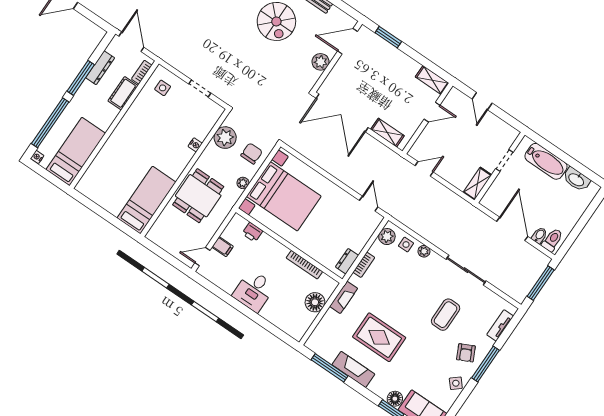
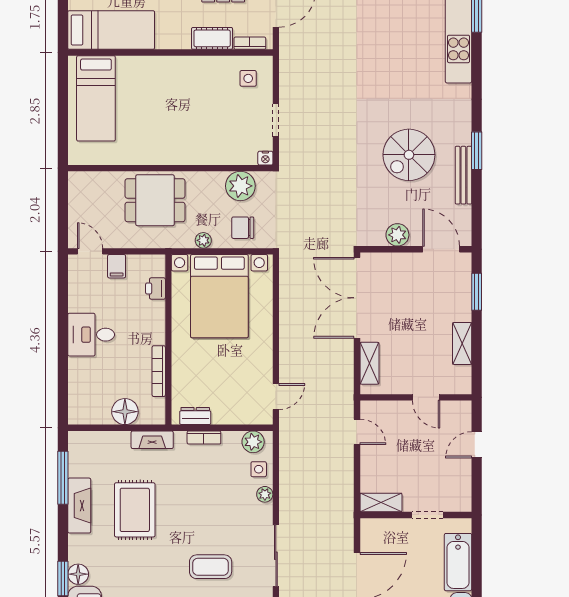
shelving: (432, 80) -> (462, 343), moved
nightstand: (195, 145) -> (265, 158), moved
chair: (252, 153) -> (243, 228), turned 180
bed: (146, 200) -> (96, 98), moved, turned 90

